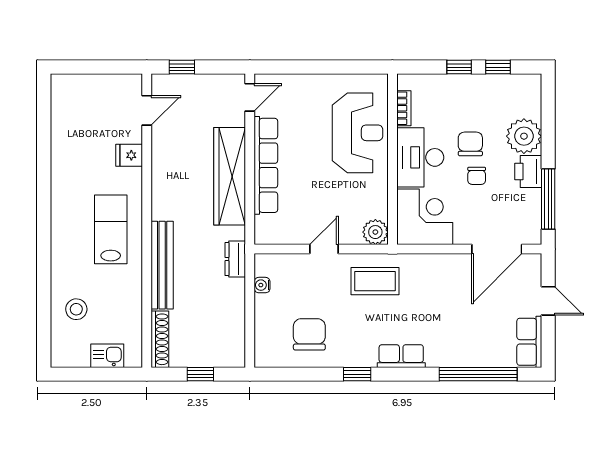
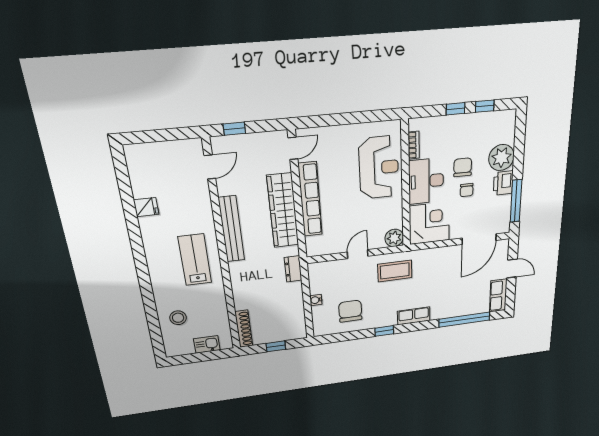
fridge: (129, 155) -> (146, 207), moved, turned 180
bench: (162, 265) -> (231, 229), moved
water cooler: (262, 285) -> (316, 300), moved

